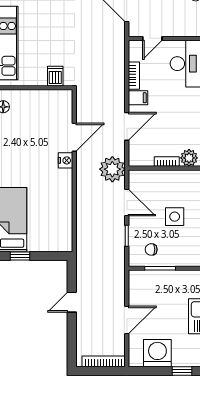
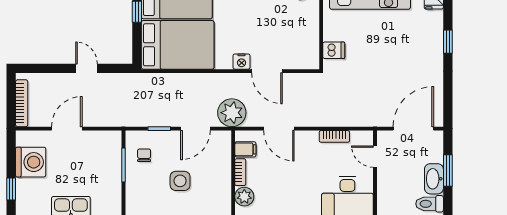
filing cabinet: (138, 98) -> (245, 149), moved, turned -90
bed: (50, 219) -> (178, 45), added
door: (127, 320) -> (67, 129), swing flipped

